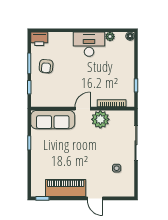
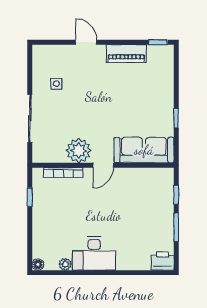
armchair: (46, 66) -> (153, 223), removed
piano: (66, 188) -> (126, 53), width x0.73, depth x0.75

